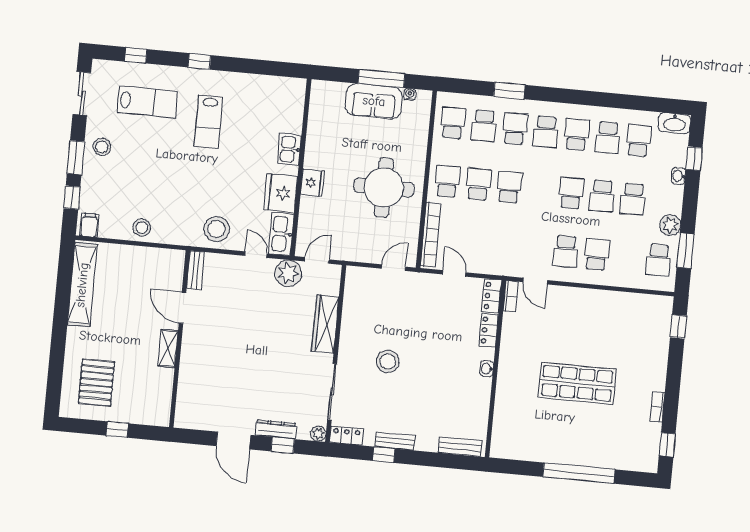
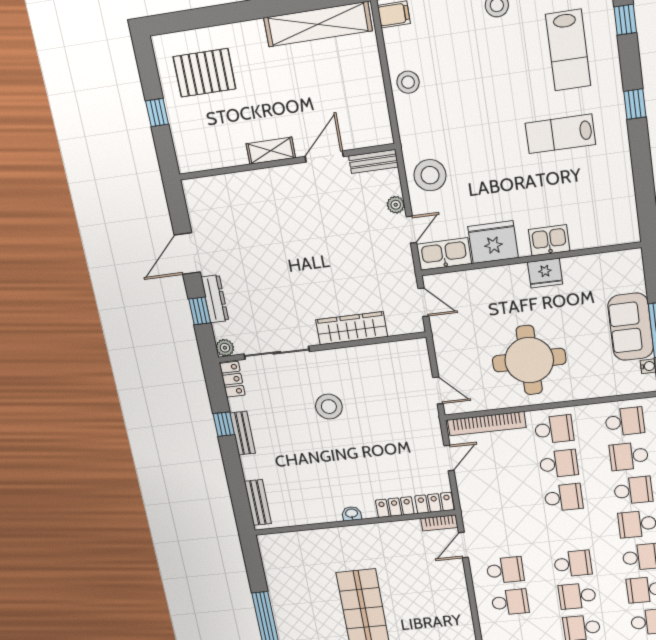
fridge: (313, 183) -> (545, 273), moved
school desk: (566, 251) -> (505, 570), turned 180
plant: (288, 273) -> (396, 205), moved, width x0.53, depth x0.53

